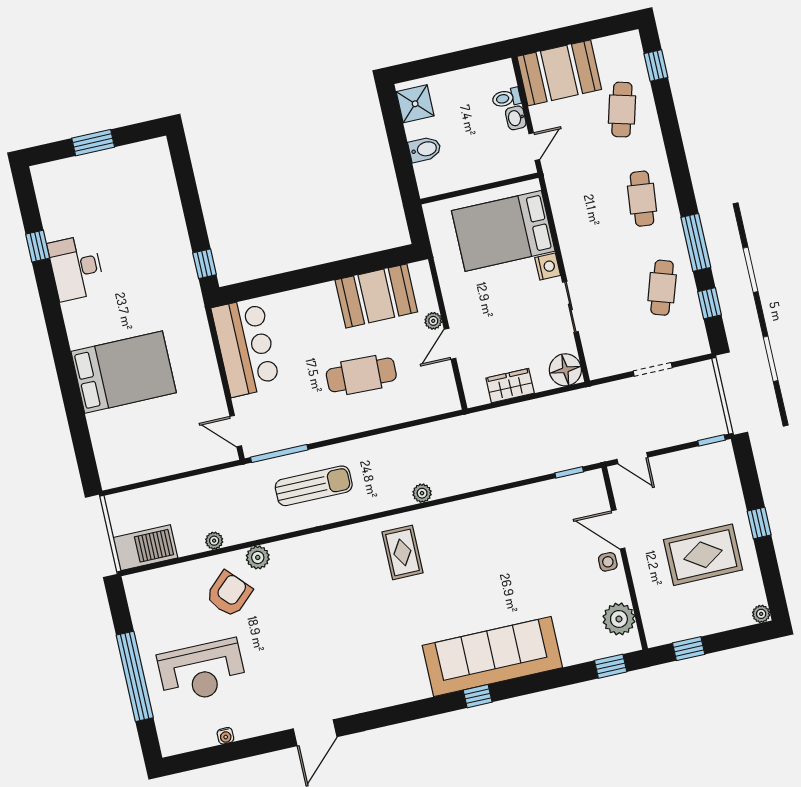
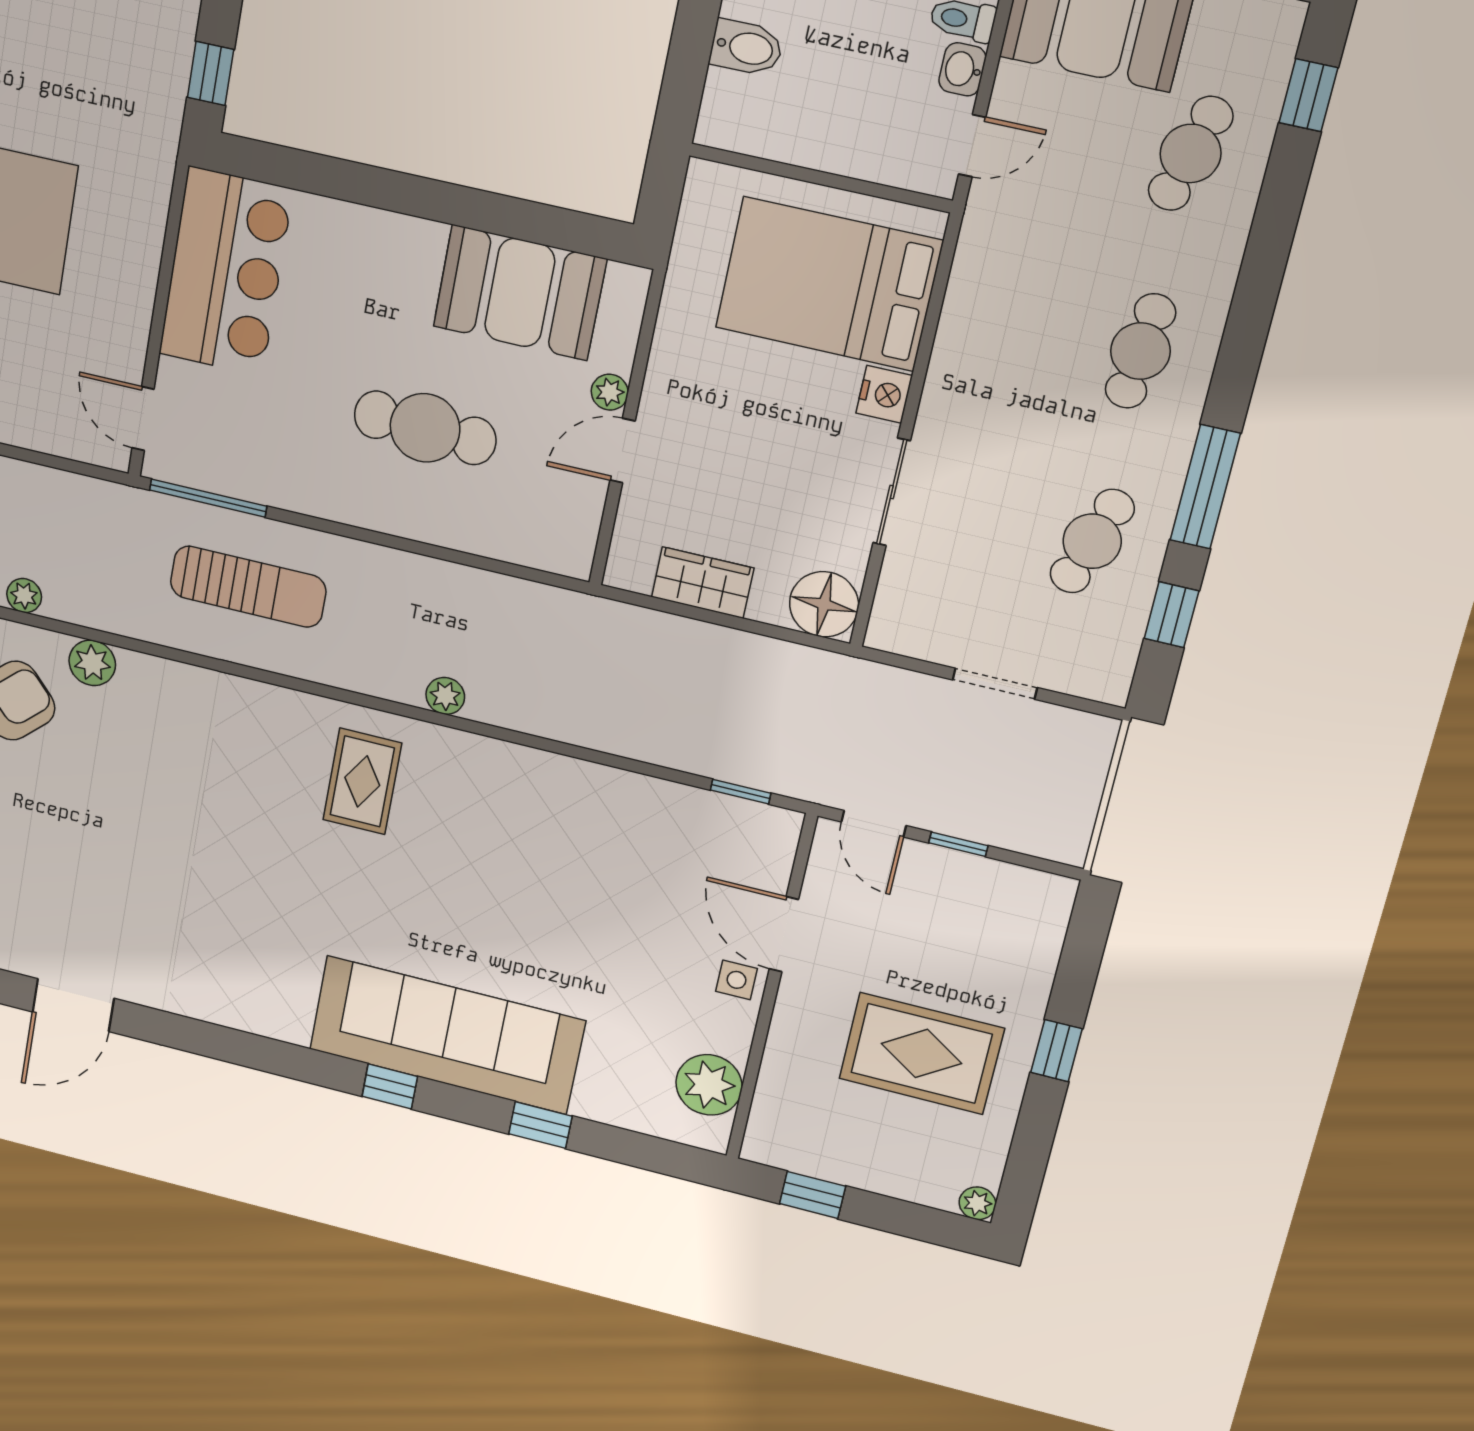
window: (712, 440) -> (958, 844), moved
window: (611, 666) -> (540, 1125), moved

